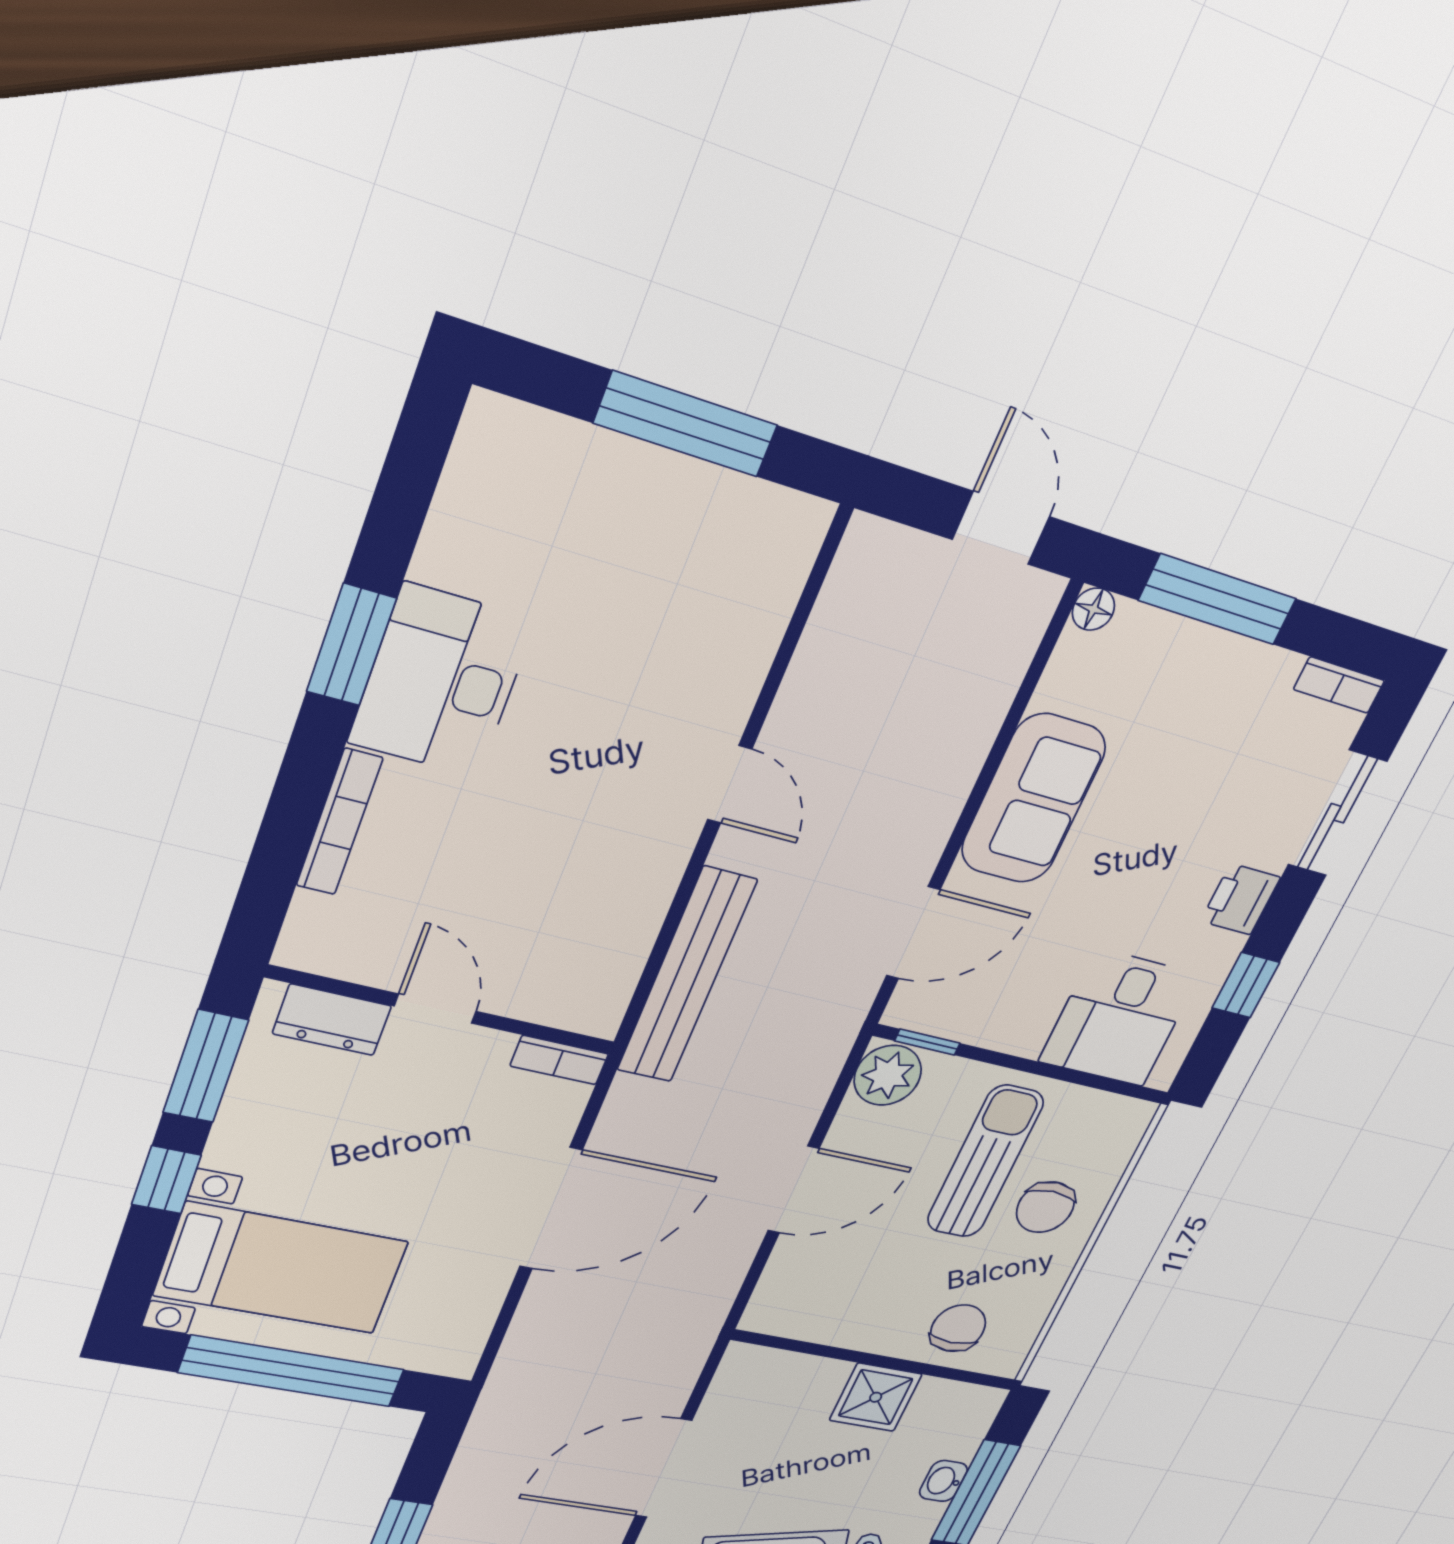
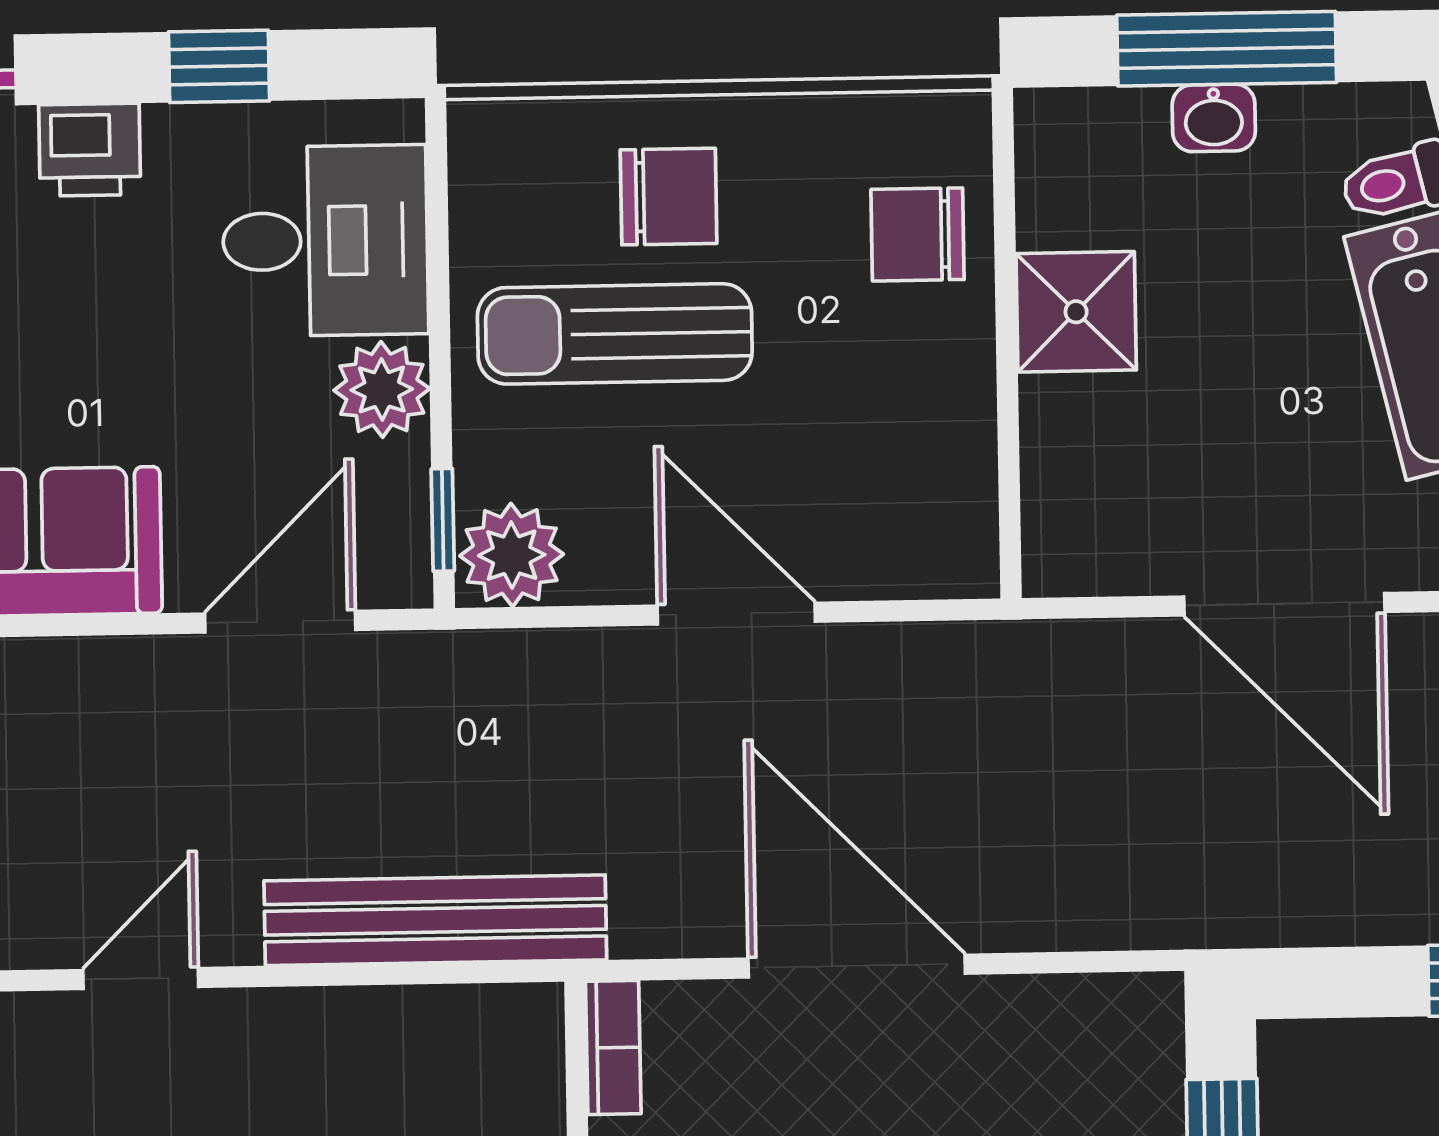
door: (913, 933) -> (280, 622), hinge flipped
plant: (1019, 1027) -> (382, 389), added

